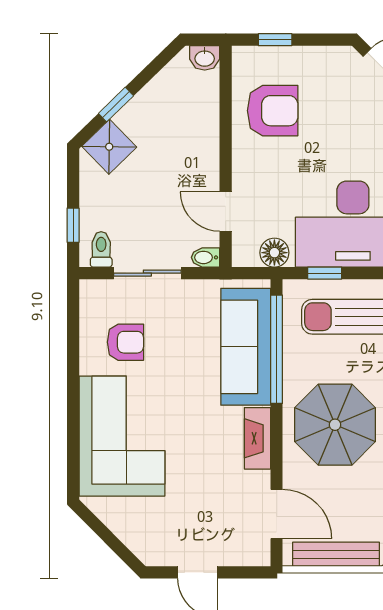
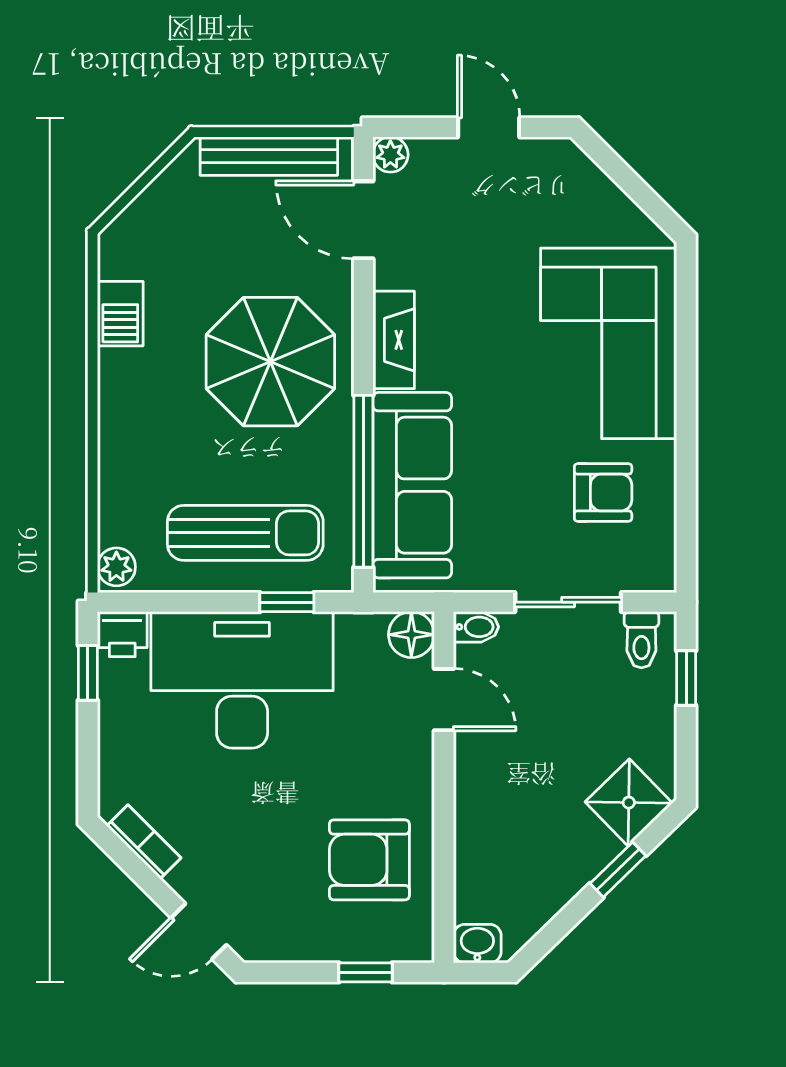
floor lamp: (274, 253) -> (411, 635), moved
armchair: (125, 342) -> (603, 492), turned 180
plant: (259, 555) -> (390, 155), added

